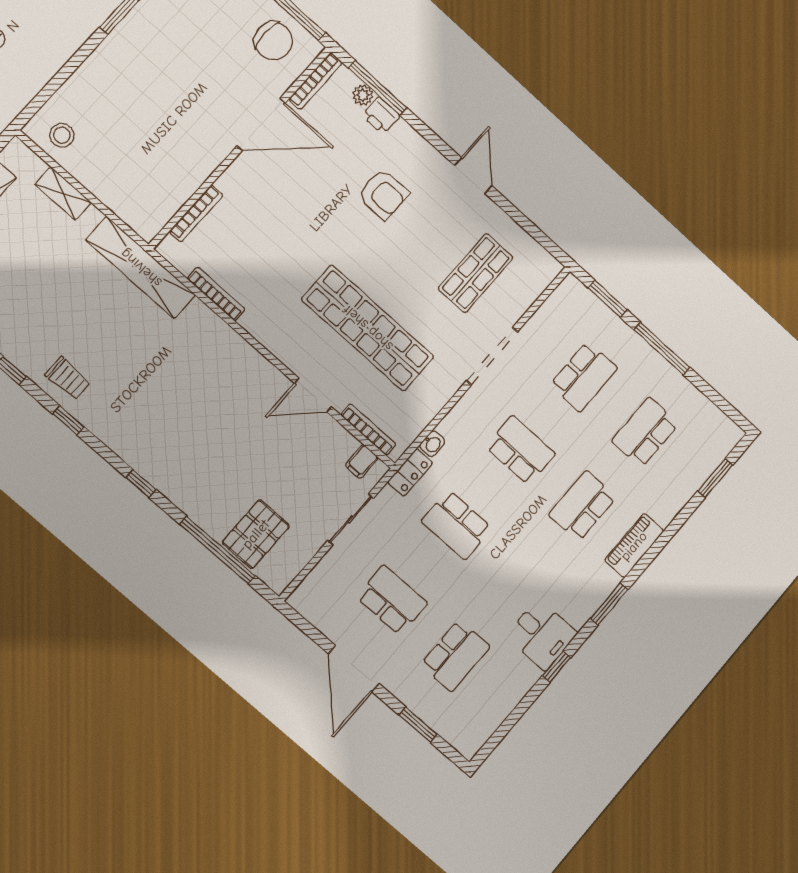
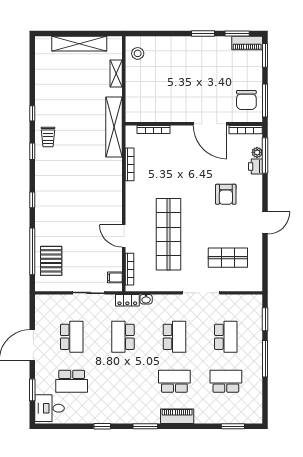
school desk: (584, 377) -> (226, 337), turned -90
pallet: (256, 534) -> (51, 261), turned 90
desk: (542, 635) -> (50, 408), moved, turned 90

